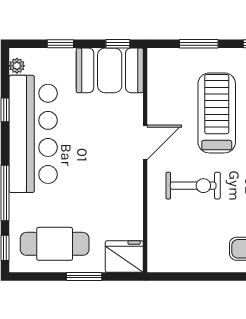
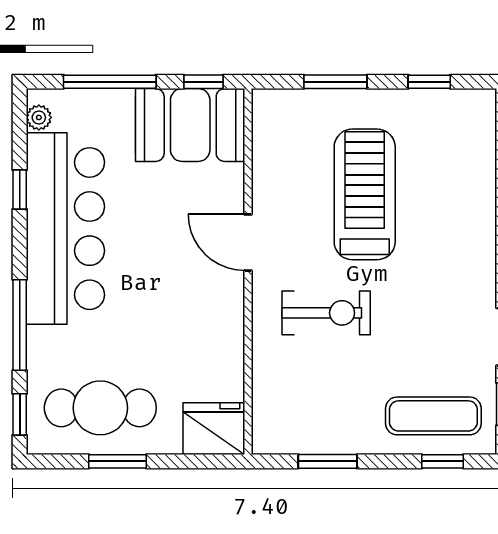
window: (60, 44) -> (110, 82), width x2.17
door: (145, 142) -> (248, 243), swing flipped
window: (84, 277) -> (118, 461), moved
window: (194, 277) -> (328, 461), added

